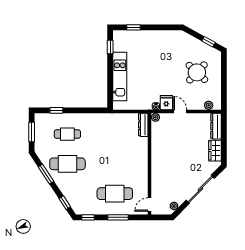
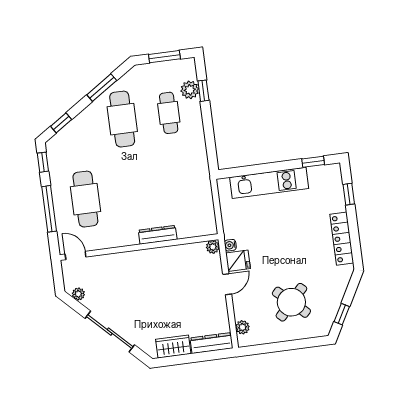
locker: (161, 35) -> (342, 239), added
plant: (55, 119) -> (190, 90), added
dresser: (143, 125) -> (158, 235), moved
window: (118, 217) -> (49, 209), width x1.44

